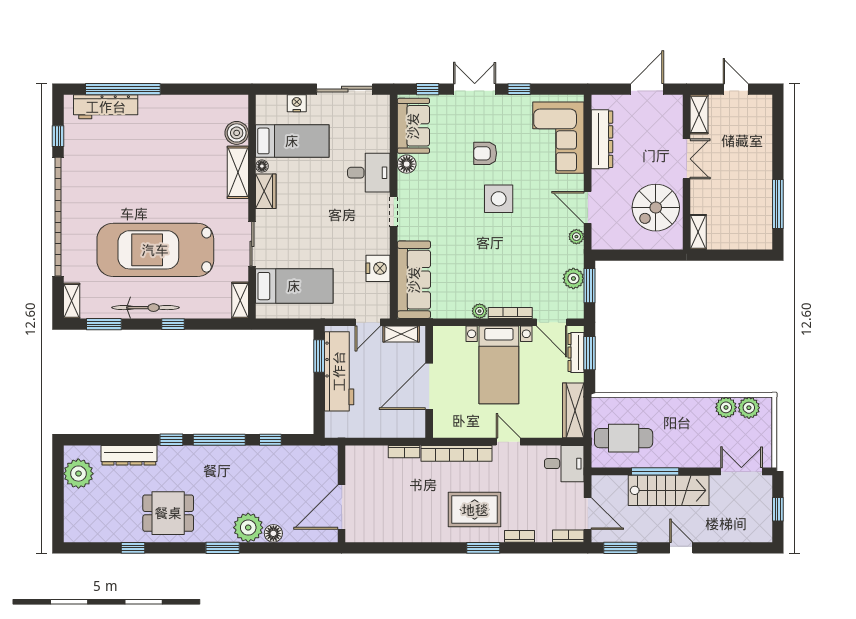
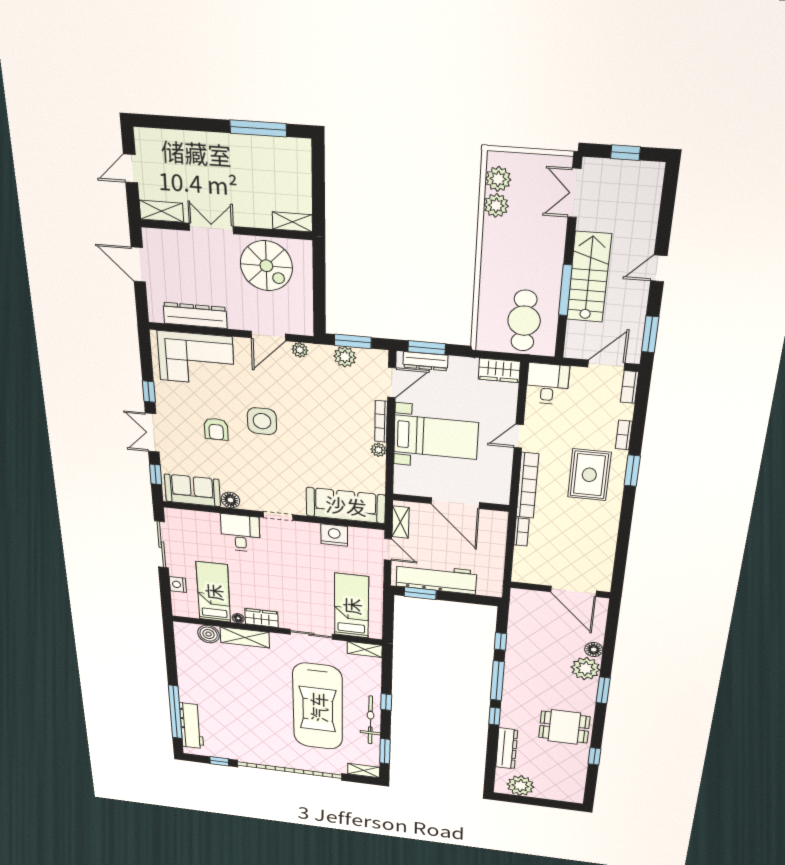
wardrobe: (573, 410) -> (499, 370), width x0.67
dining table: (168, 513) -> (564, 727), turned 90

